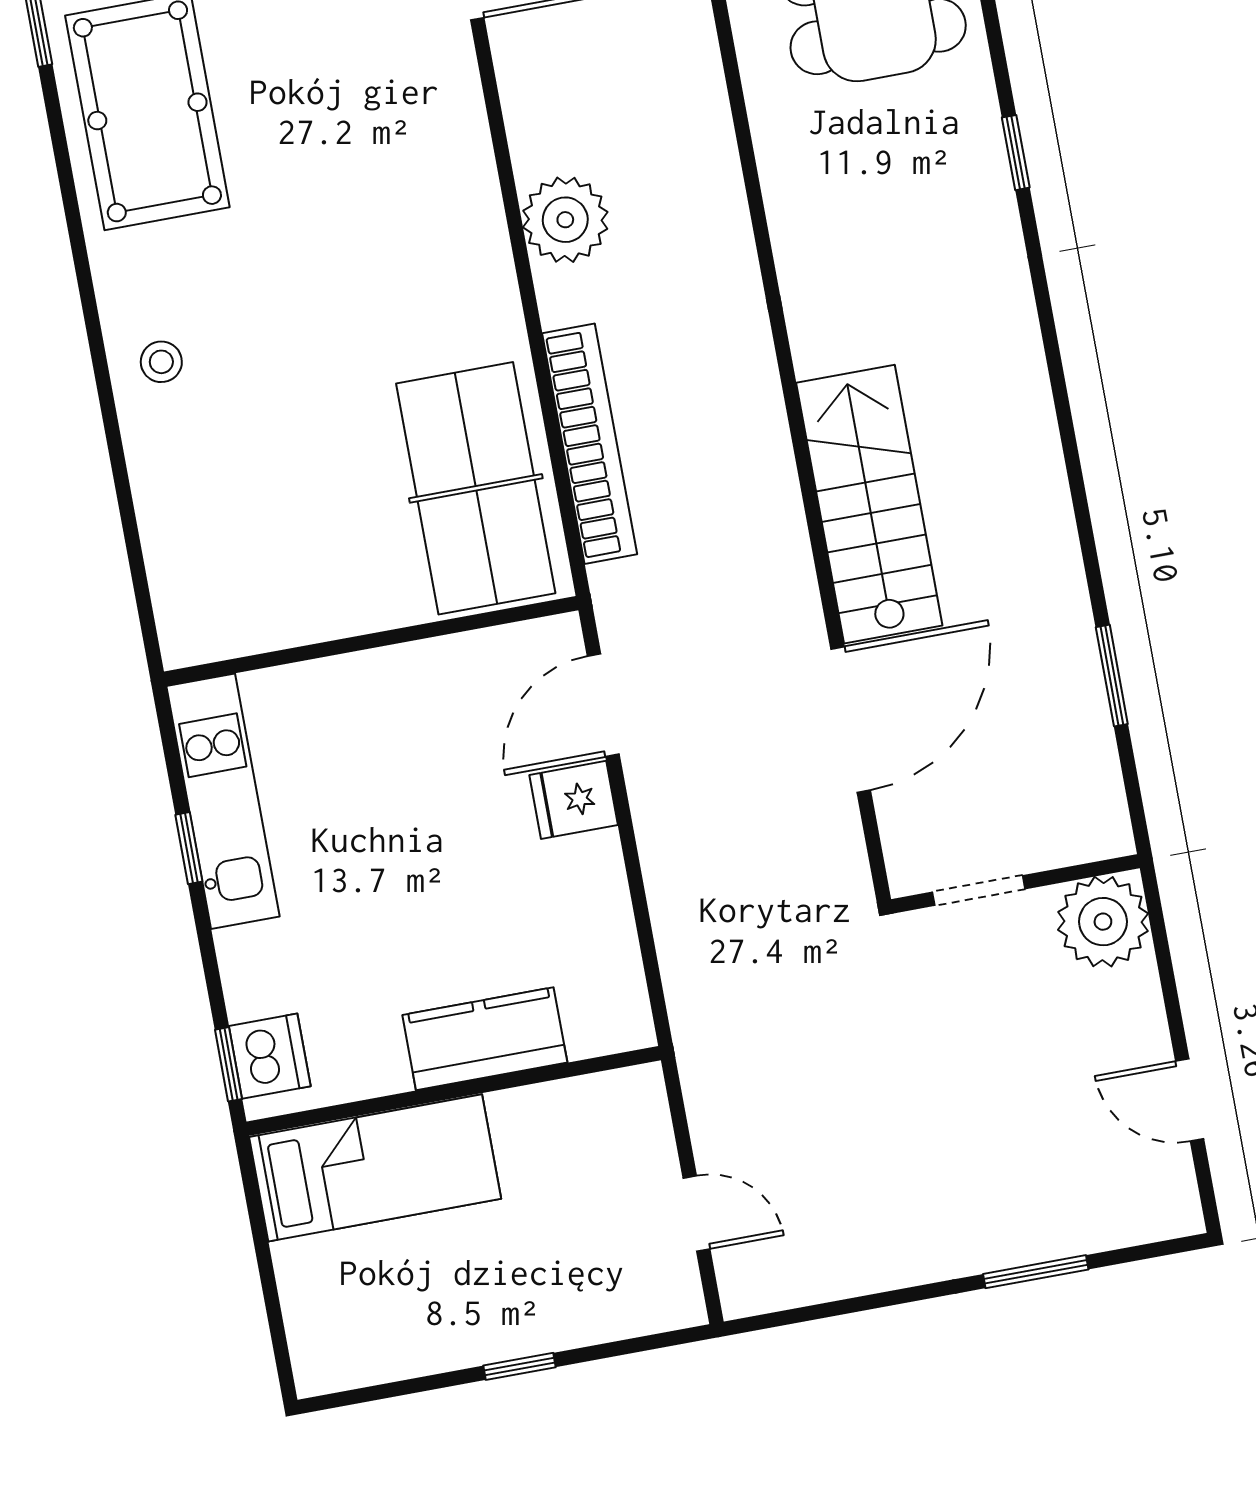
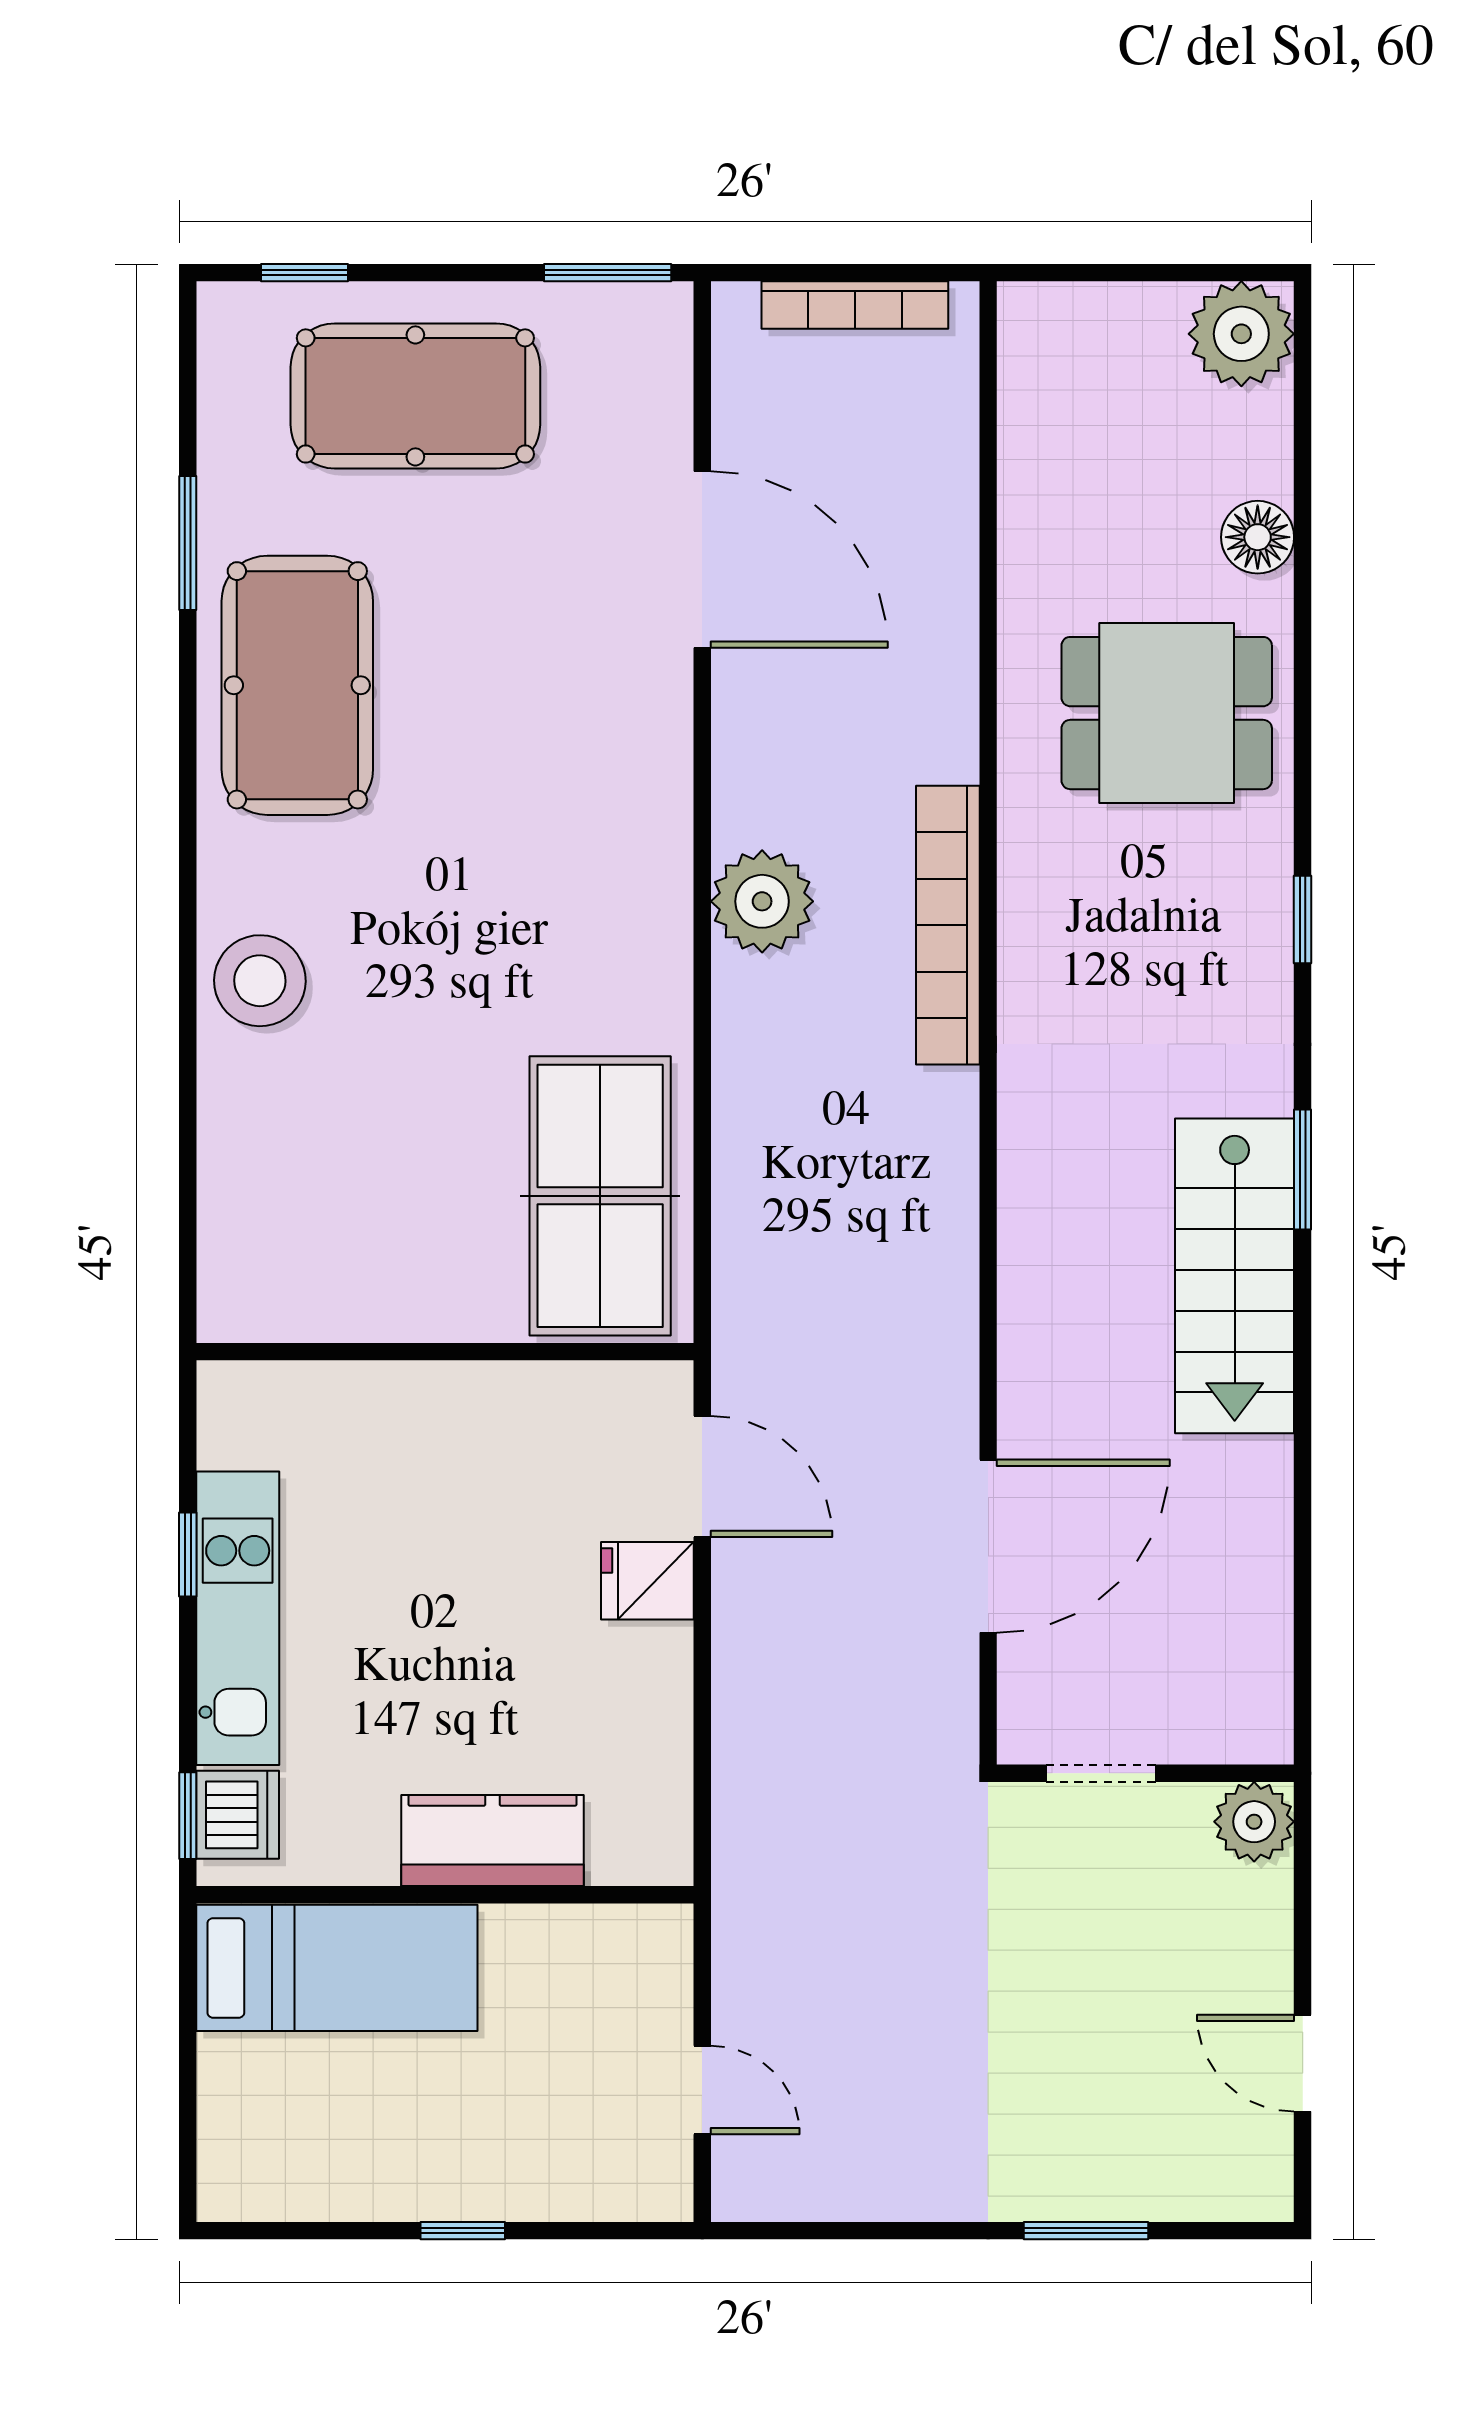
stool: (161, 362) -> (260, 981), width x1.89, depth x1.89
bookcase: (590, 444) -> (948, 925), moved, turned 180
stairs: (869, 504) -> (1235, 1276), moved, turned 180
window: (1112, 676) -> (1303, 1169), moved
door: (603, 705) -> (702, 1476), swing flipped
kitchen unit: (223, 801) -> (238, 1618), moved
plant: (1103, 922) -> (1254, 1822), width x0.73, depth x0.73

